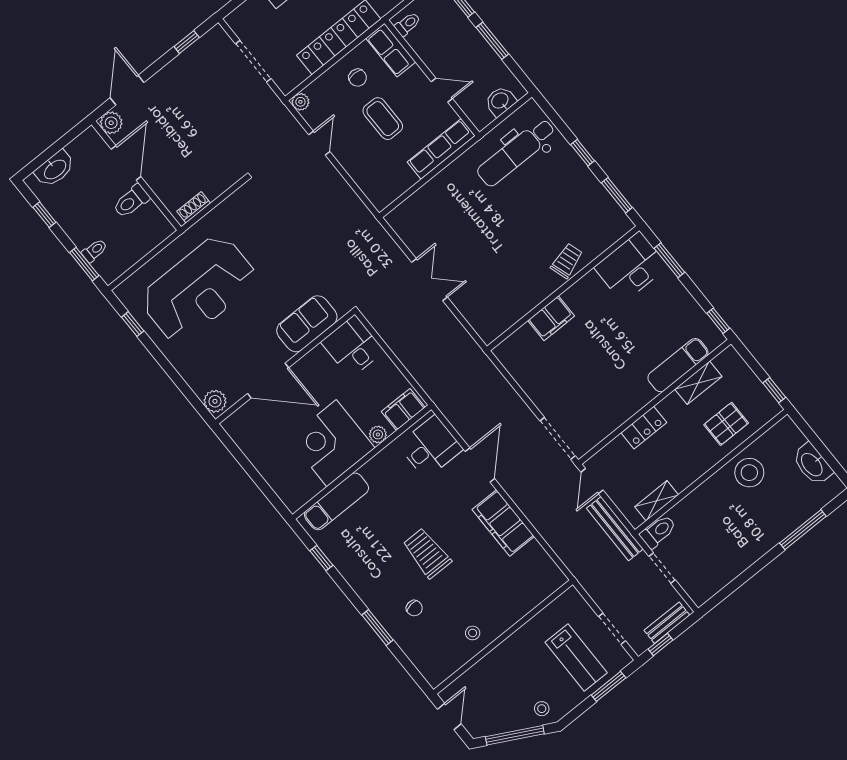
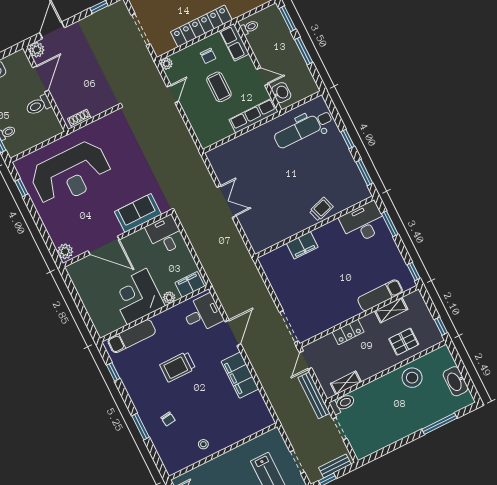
washbasin: (500, 101) -> (281, 93), moved, turned 90
trolley: (427, 553) -> (178, 367), moved, turned -90

